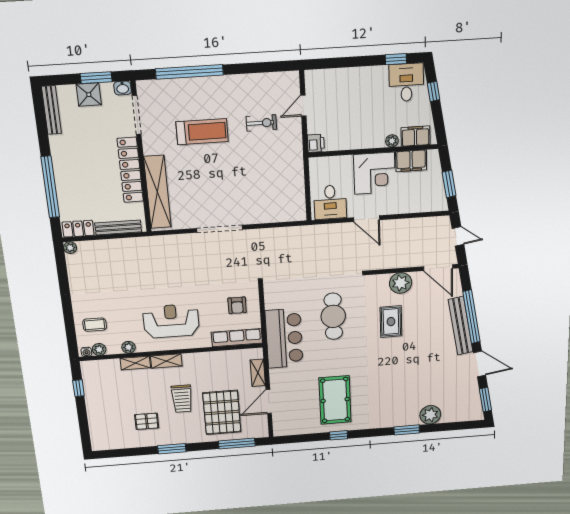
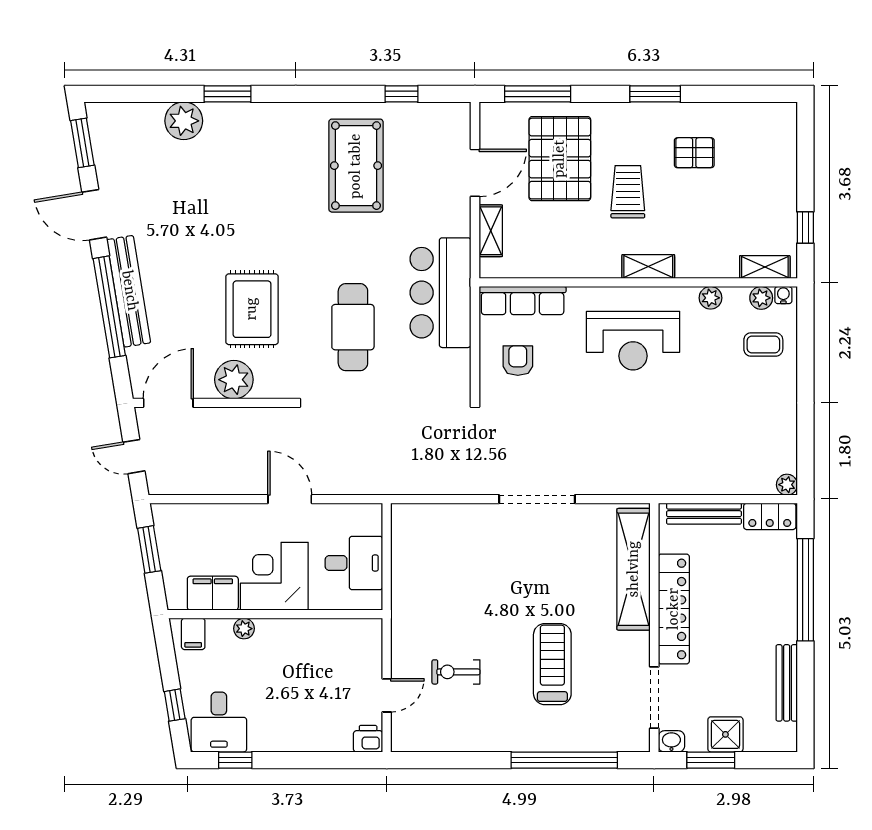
bench: (51, 110) -> (787, 683), moved
treadmill: (202, 132) -> (552, 664), turned 90
filing cabinet: (416, 136) -> (193, 634), width x0.50
printer: (316, 143) -> (368, 739), moved, turned 90
desk: (330, 202) -> (354, 563), moved, turned 90
door: (438, 268) -> (168, 403), hinge flipped
rug: (391, 322) -> (252, 309), width x1.36, depth x1.43
shelving: (135, 363) -> (765, 267), moved
window: (339, 435) -> (402, 94), moved

